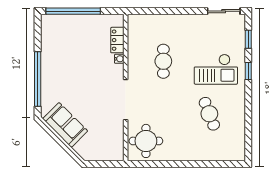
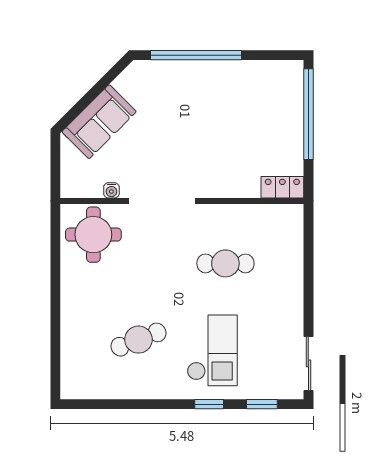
locker: (117, 40) -> (282, 187), moved
water cooler: (119, 59) -> (111, 190), moved
checkout: (216, 69) -> (212, 350), turned 180
sofa: (65, 125) -> (99, 122), moved

